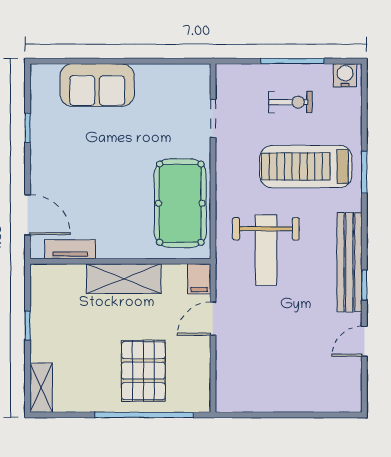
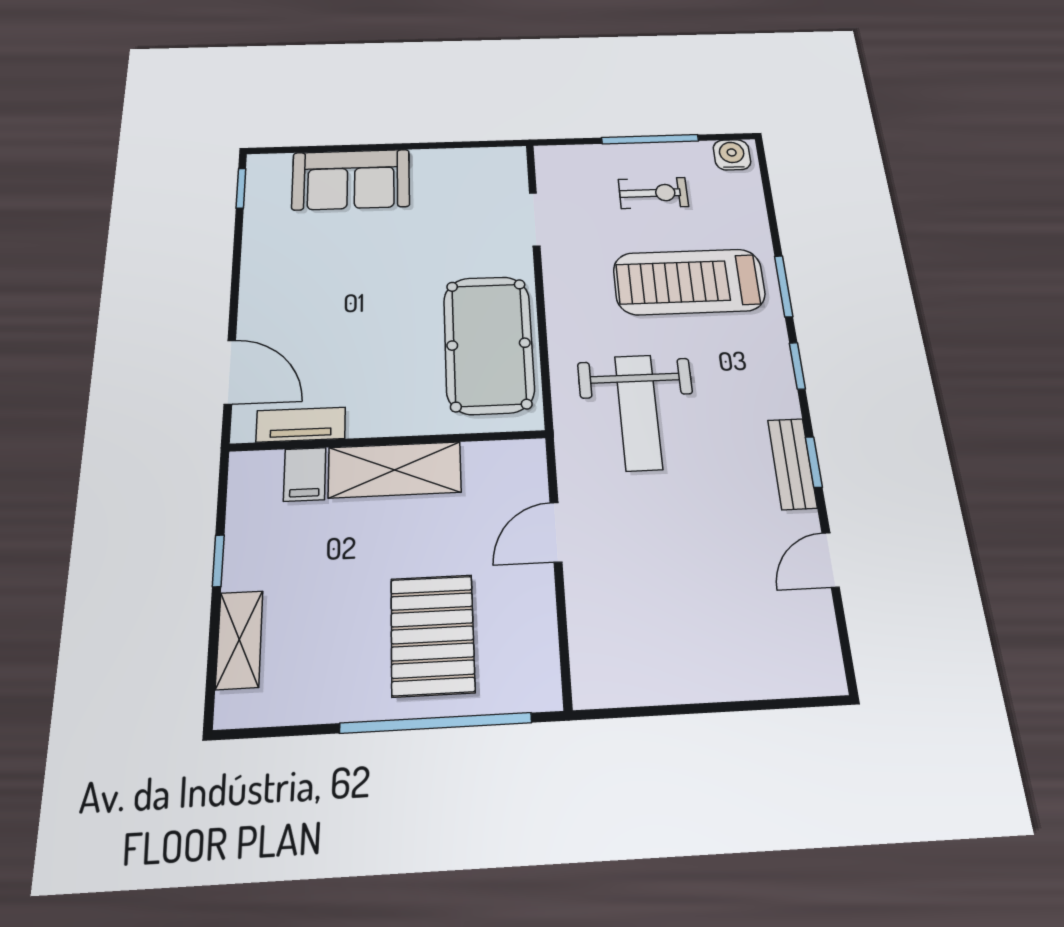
window: (28, 128) -> (241, 188), moved
window: (364, 225) -> (797, 366), added
bench: (349, 262) -> (792, 464), width x0.54, depth x0.82
filing cabinet: (199, 279) -> (305, 474), moved
shelving: (41, 388) -> (239, 640), moved

